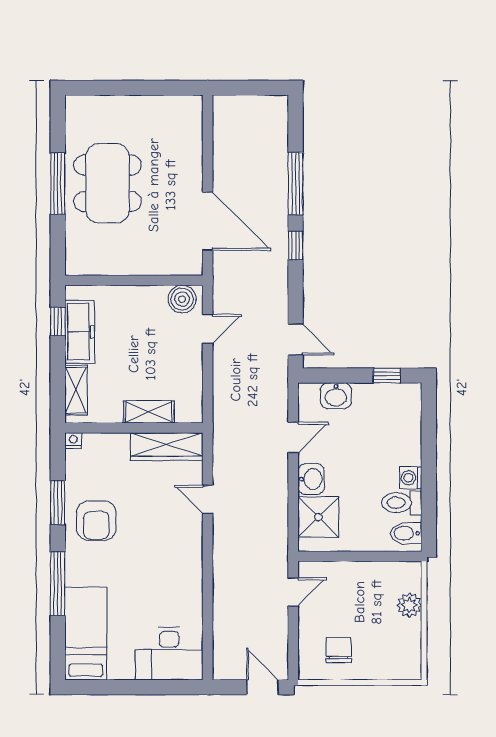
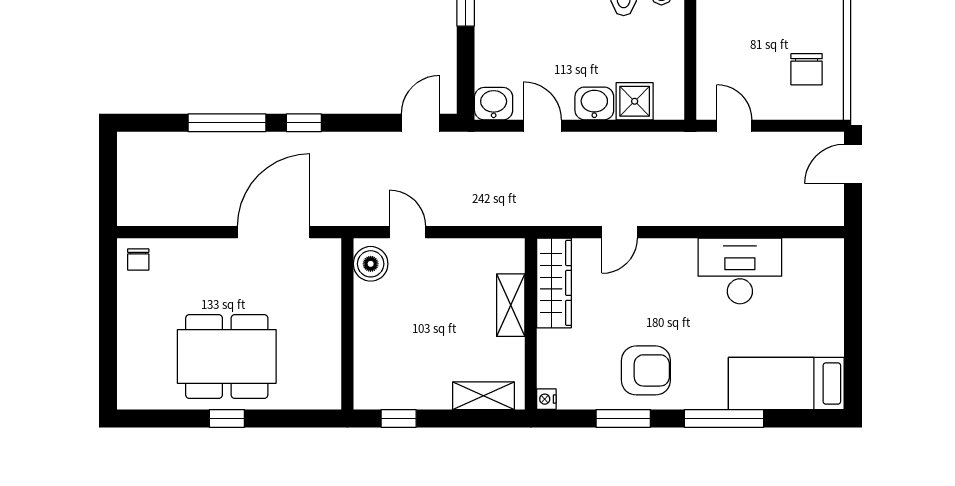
chair: (186, 112) -> (138, 260), added
window: (58, 184) -> (227, 418), width x0.46
freezer: (79, 332) -> (411, 391), removed
washbasin: (336, 396) -> (494, 104), moved, turned -90
shower: (318, 517) -> (635, 101), width x0.73, depth x0.73
chair: (339, 650) -> (807, 69), turned -90
desk: (169, 654) -> (740, 271), moved, turned -90

